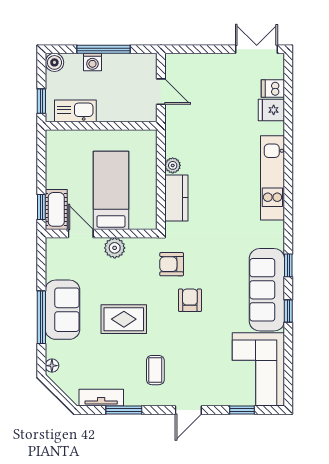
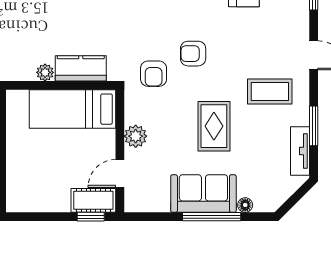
bed: (111, 190) -> (73, 109), moved
floor lamp: (52, 366) -> (245, 205), moved
coffee table: (155, 370) -> (270, 92), width x1.36, depth x1.30

